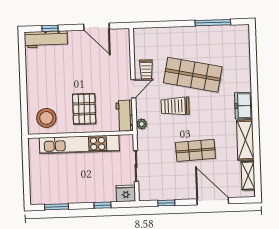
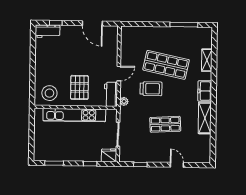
workbench: (46, 39) -> (47, 31), width x0.73
trolley: (146, 69) -> (130, 59), removed
trolley: (175, 106) -> (151, 89), turned 180
shelving: (248, 176) -> (207, 60), moved
door: (213, 201) -> (177, 165), width x0.53

